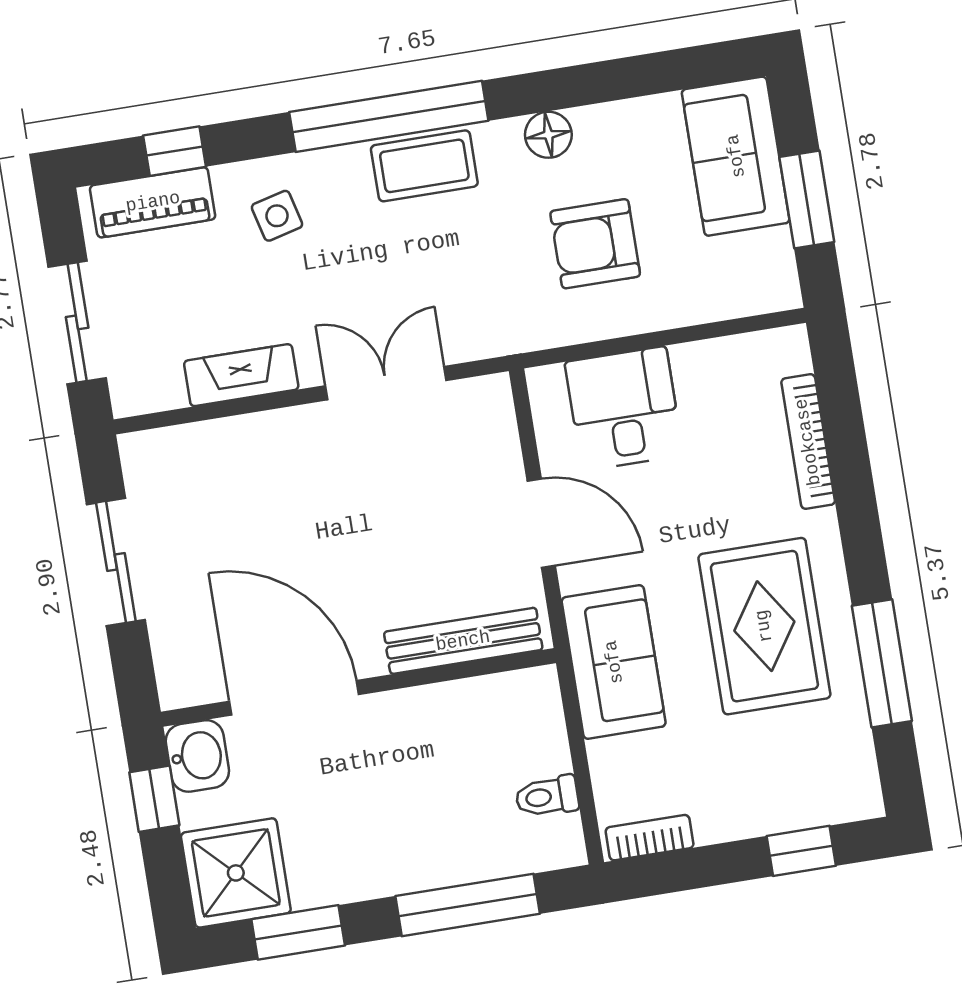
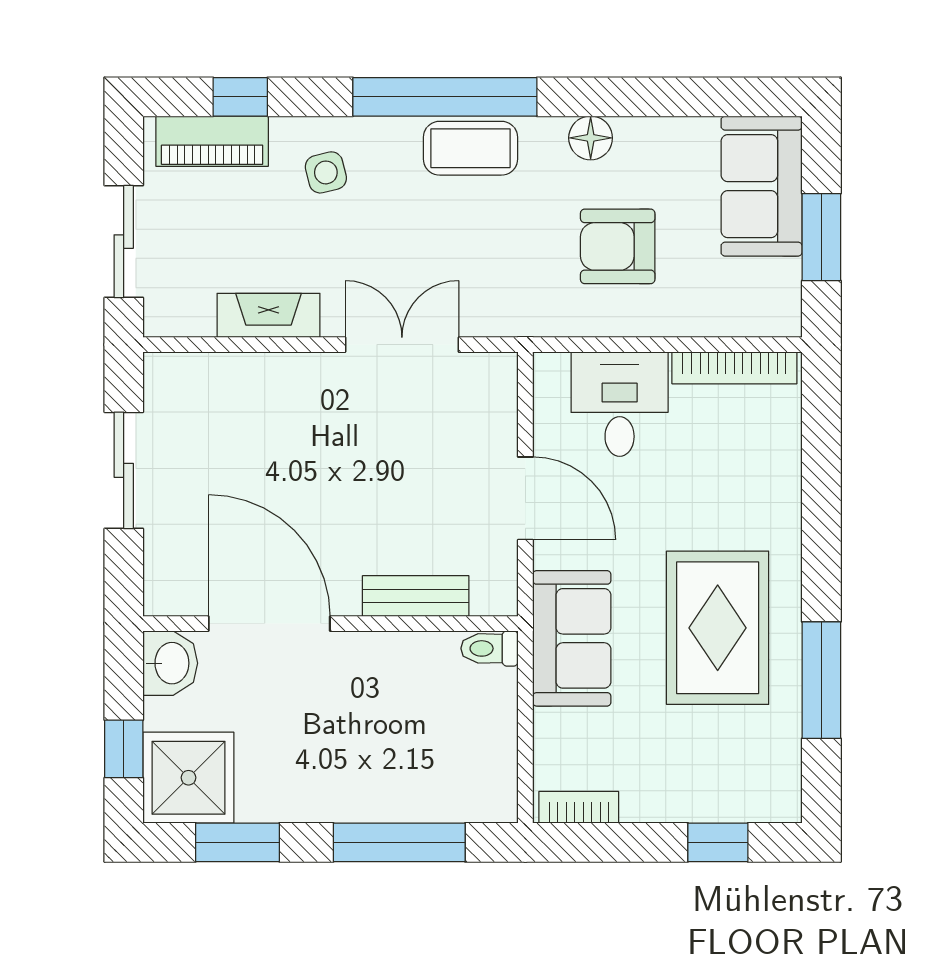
bookcase: (808, 442) -> (734, 368), moved, turned -90
bench: (463, 641) -> (416, 596), width x0.73
toilet: (547, 796) -> (490, 648), moved
window: (154, 799) -> (124, 749), moved

